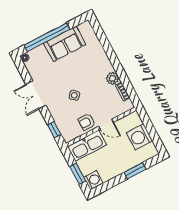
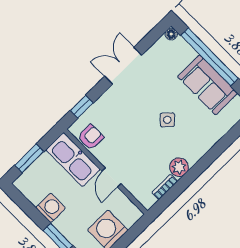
side table: (74, 95) -> (167, 120), moved
armchair: (87, 122) -> (91, 137), moved, turned 90
washing machine: (93, 180) -> (51, 208), moved, turned -90

